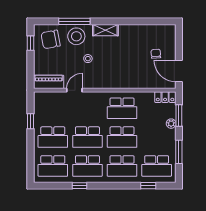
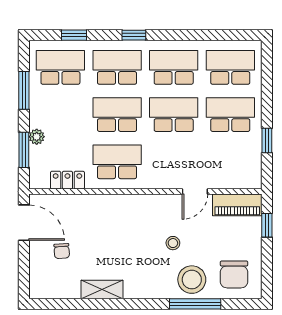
shelving: (105, 30) -> (102, 290), moved
chair: (51, 39) -> (234, 274), turned 101
window: (31, 43) -> (267, 225), moved
locker: (165, 97) -> (67, 180), moved
window: (80, 186) -> (134, 35), moved

